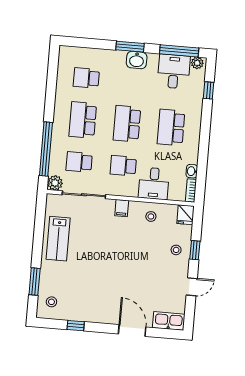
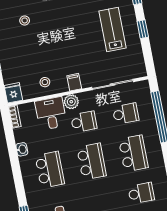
washbasin: (192, 171) -> (22, 149), moved
plant: (55, 183) -> (71, 102), moved
lab bench: (58, 239) -> (112, 30), moved
window: (38, 242) -> (143, 29), added
stool: (176, 250) -> (25, 20), moved

